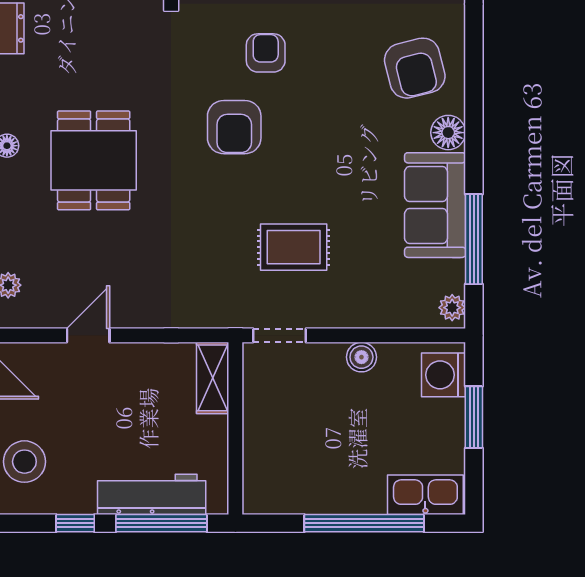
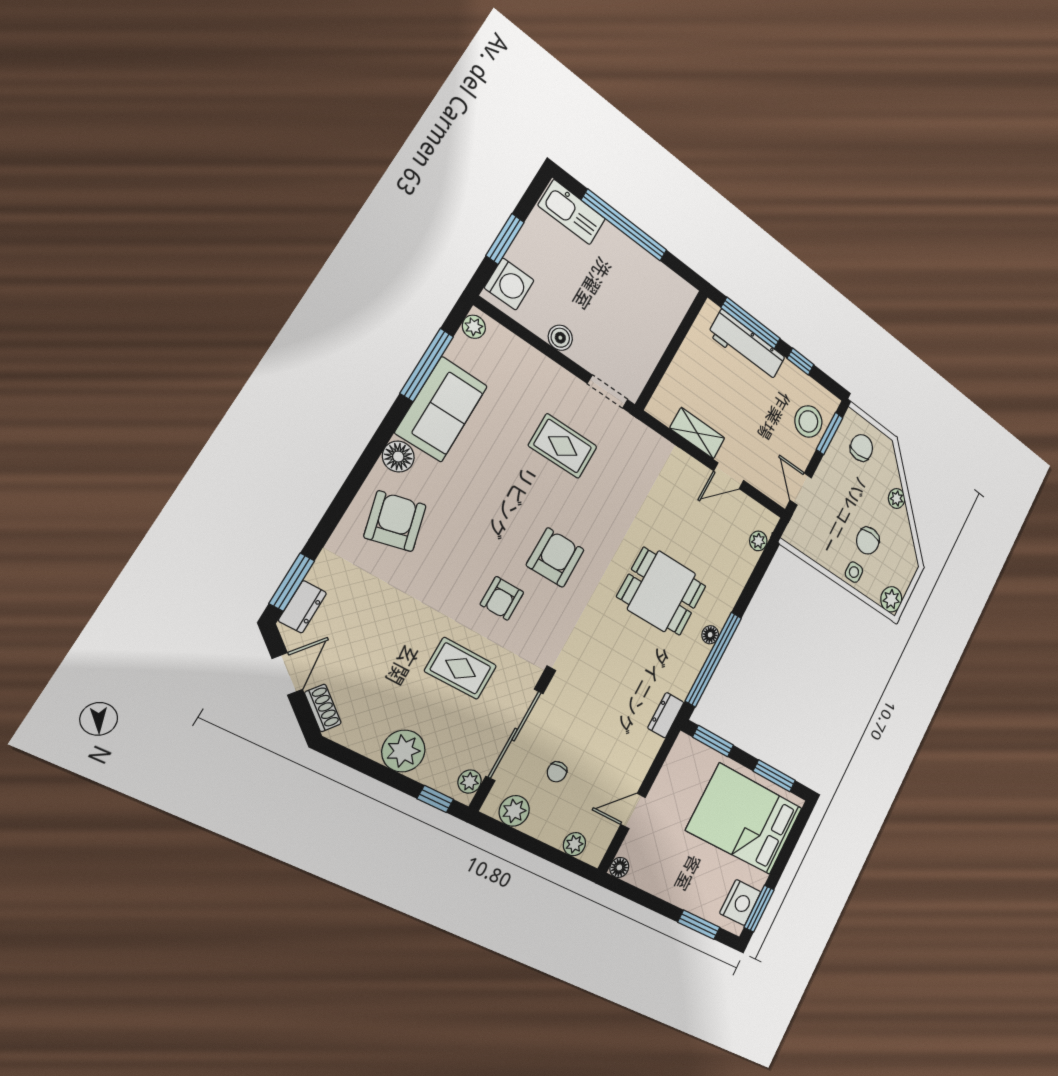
dining table: (94, 160) -> (662, 591), turned 90
shelving: (213, 378) -> (697, 433), moved, turned 90

